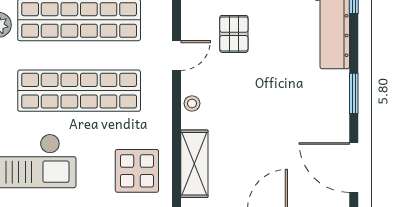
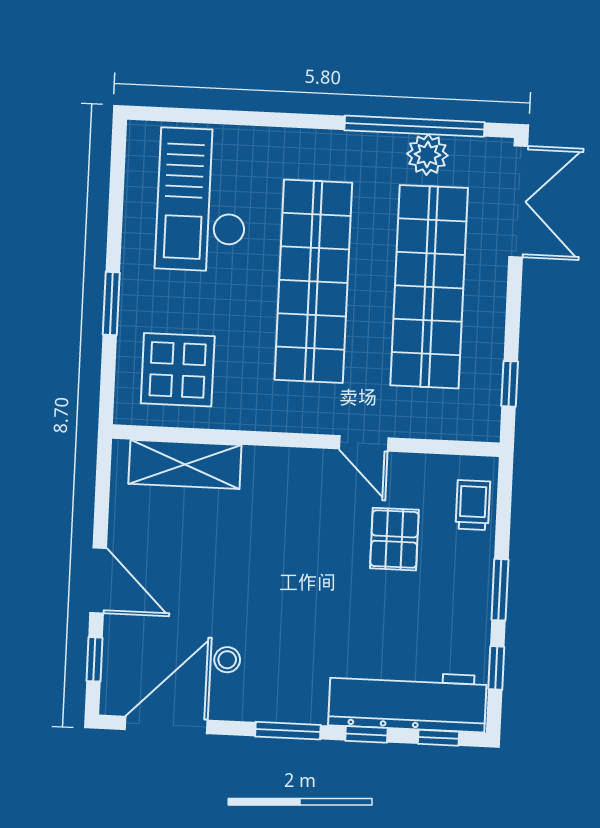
pallet: (234, 34) -> (394, 539), turned 90
window: (354, 45) -> (366, 734), added
stool: (192, 103) -> (227, 660), moved

